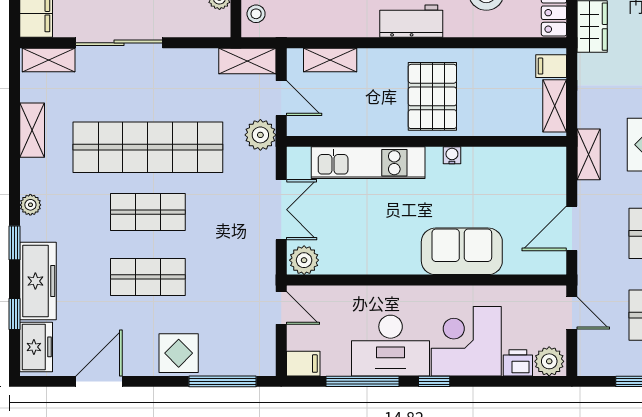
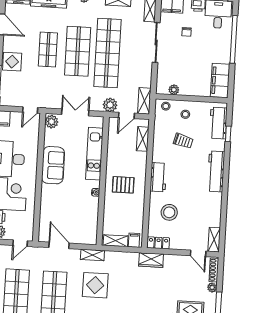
pallet: (432, 96) -> (123, 185), width x0.67, depth x0.71
double door: (281, 210) -> (75, 112), swing flipped
shop shelf: (148, 212) -> (78, 51), width x1.43, depth x1.36
sofa: (462, 251) -> (53, 165), moved

